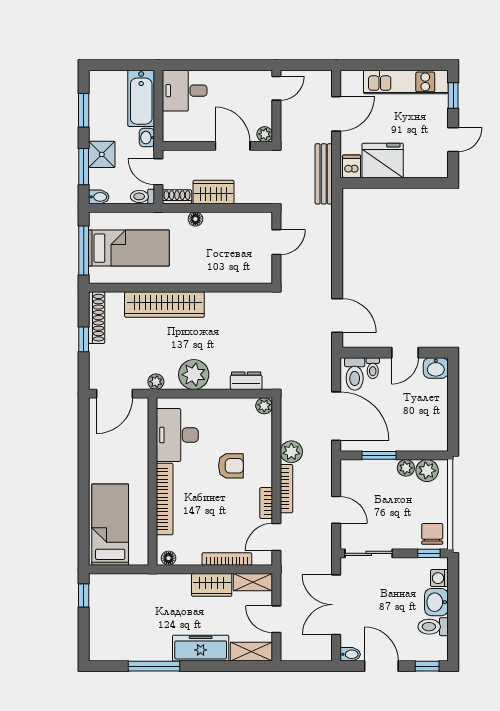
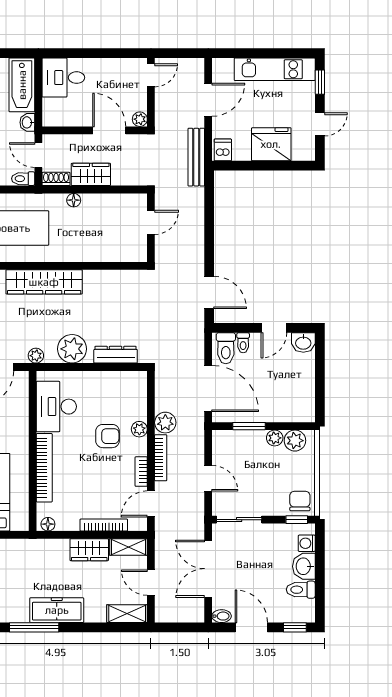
fridge: (383, 160) -> (271, 144), moved
dresser: (246, 381) -> (116, 355), width x1.44
plant: (264, 406) -> (139, 429), moved
freezer: (201, 648) -> (57, 610), moved

